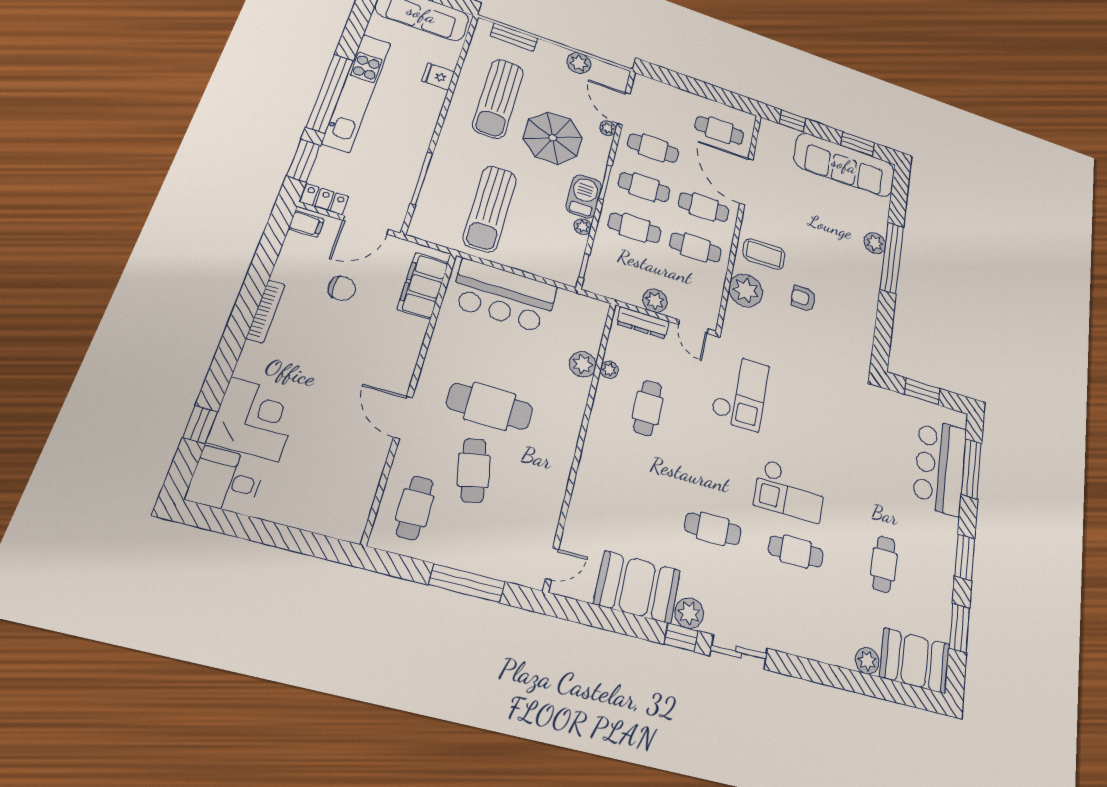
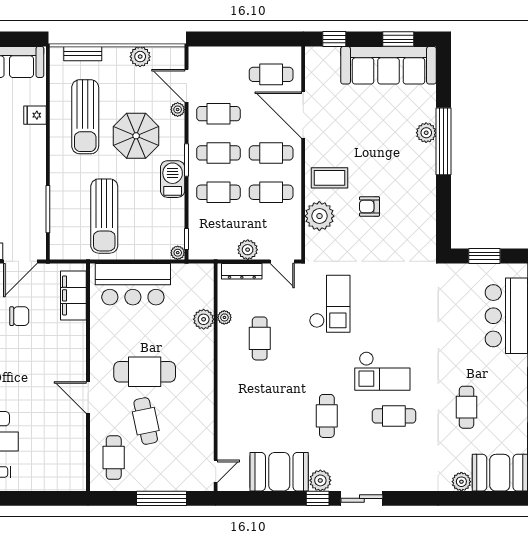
plant: (583, 227) -> (178, 253), moved
cafe table: (713, 529) -> (327, 416), turned 90

